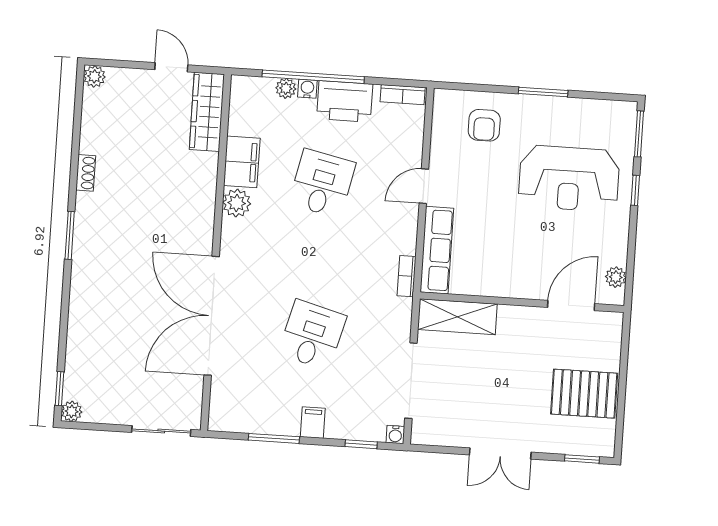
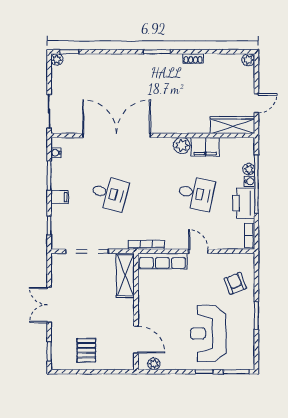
armchair: (484, 125) -> (235, 283), turned 69
bookcase: (407, 276) -> (146, 245), width x1.56
pallet: (584, 394) -> (86, 350), width x0.67, depth x0.71
water cooler: (395, 435) -> (56, 153), moved

